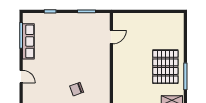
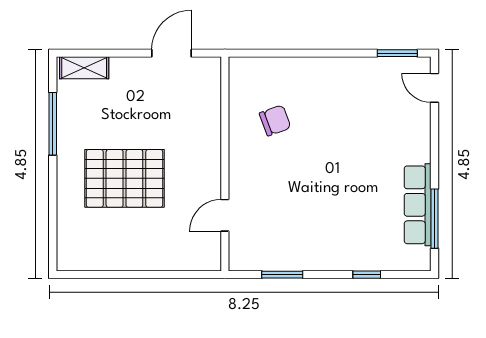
pallet: (165, 67) -> (124, 178), moved, turned 90
door: (21, 77) -> (434, 88), moved
chair: (77, 89) -> (275, 120), moved

